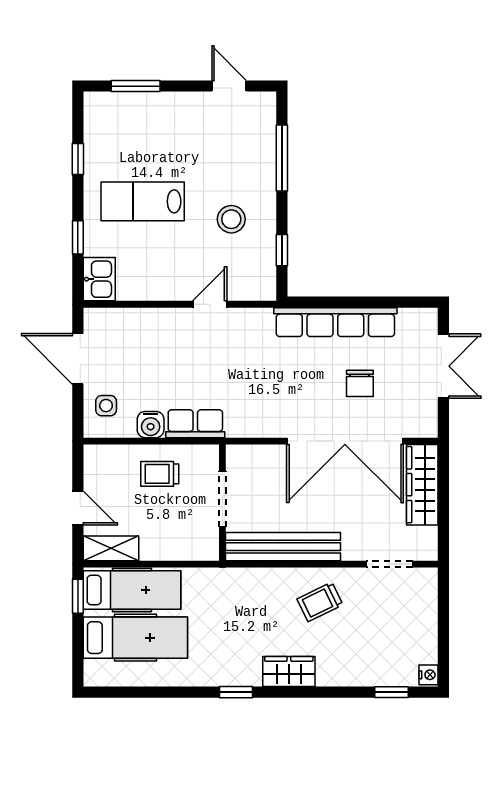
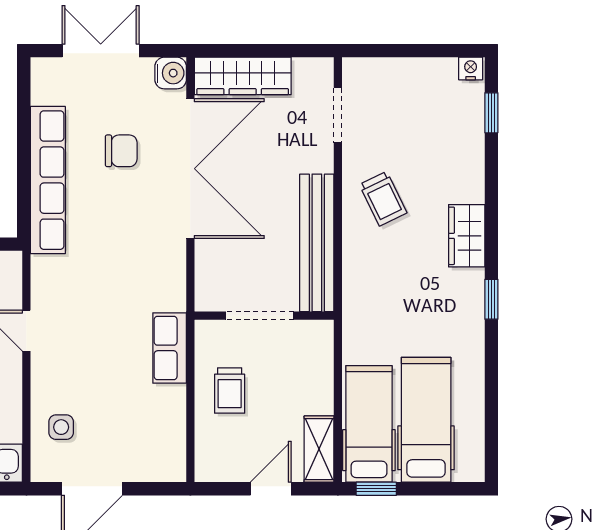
side table: (106, 406) -> (61, 427), moved
water cooler: (151, 425) -> (171, 73), moved

